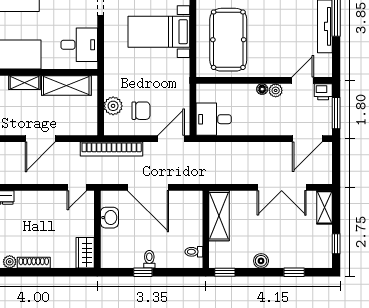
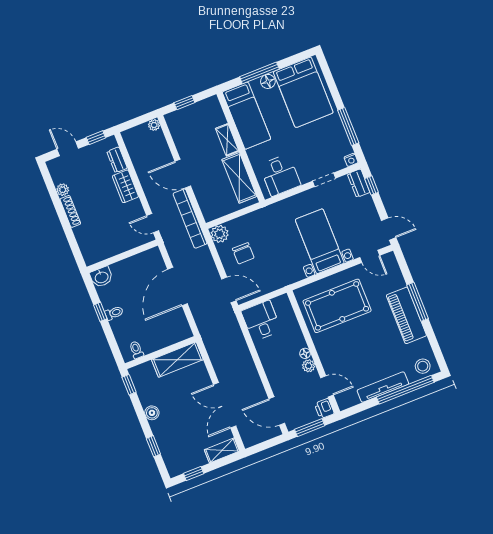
plant: (113, 106) -> (220, 234), moved
bookcase: (112, 149) -> (190, 219), moved
washbasin: (109, 218) -> (101, 277), moved
wardrobe: (85, 253) -> (125, 186), moved, turned -90

